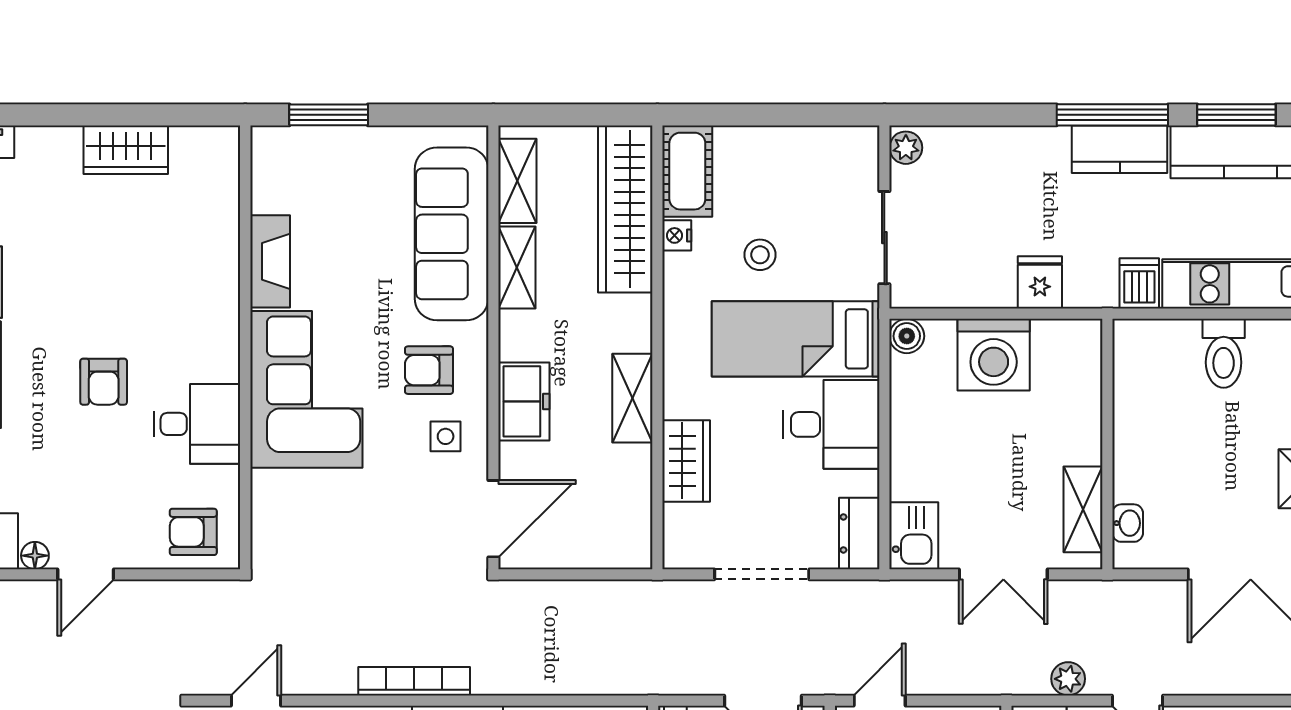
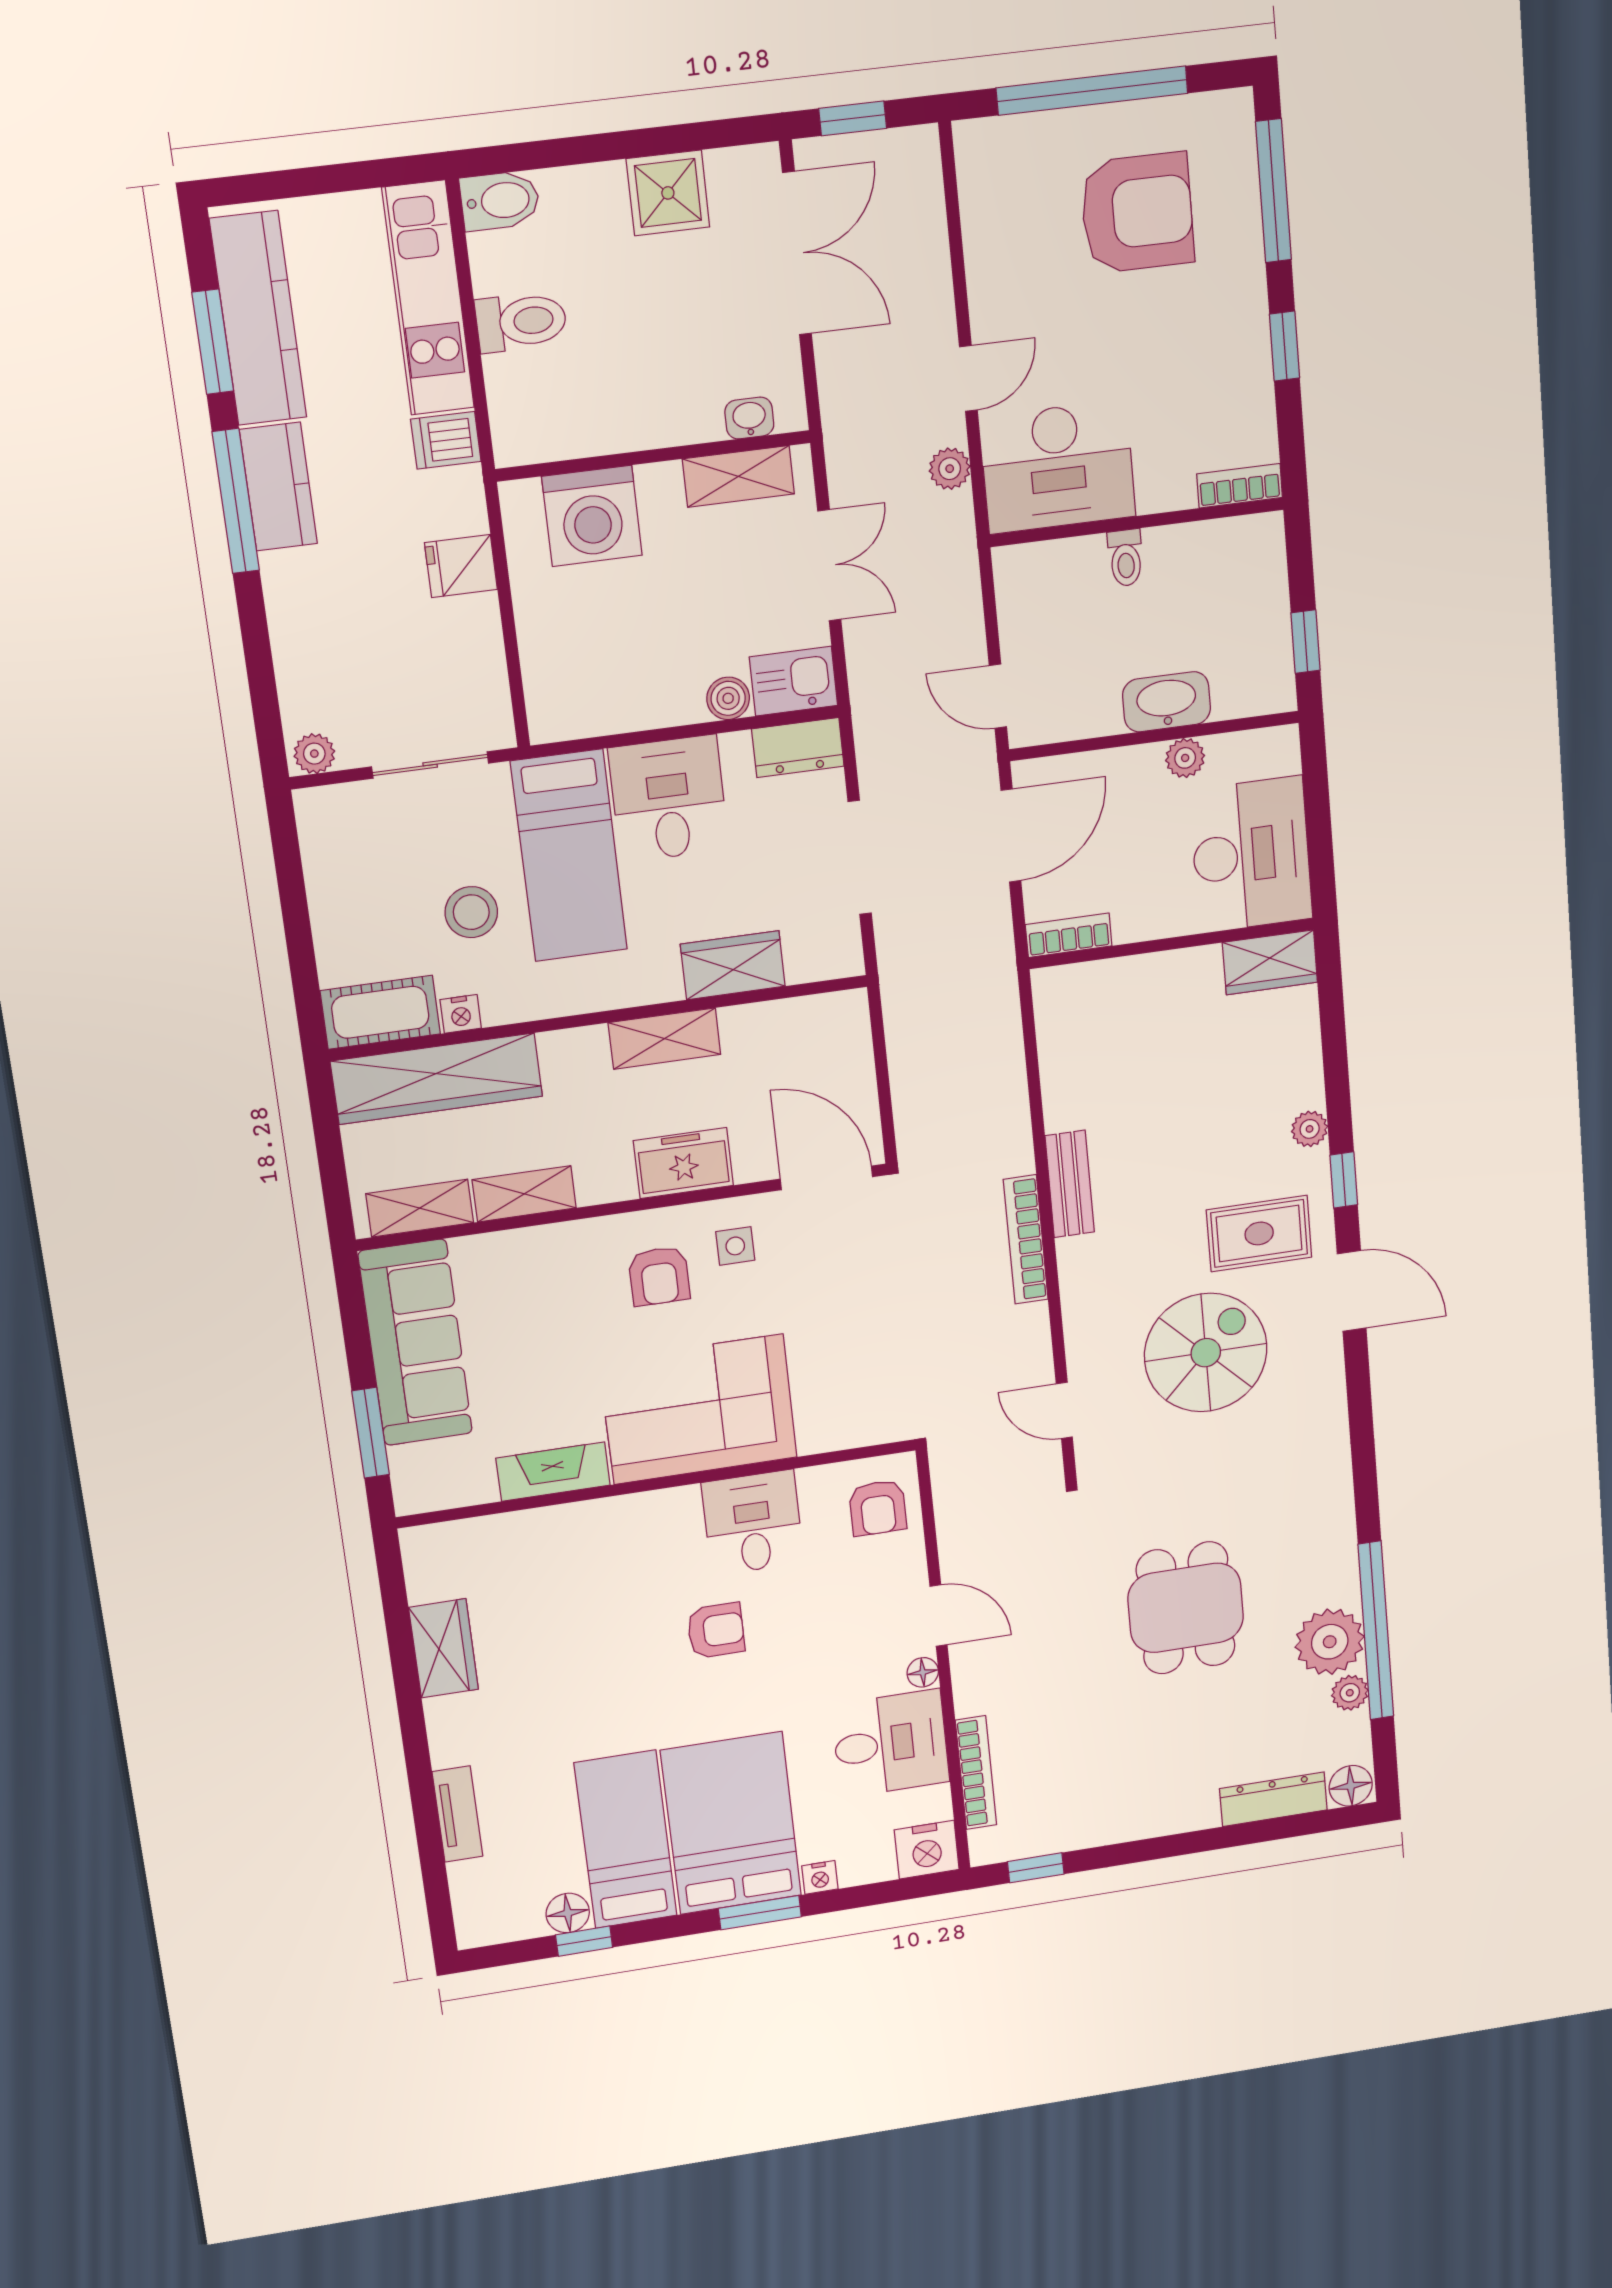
sofa: (452, 234) -> (415, 1343), moved, turned -90
stool: (760, 255) -> (471, 912), width x1.37, depth x1.37
boiler: (907, 336) -> (728, 698), moved
washing machine: (994, 355) -> (592, 516), moved, turned 90

